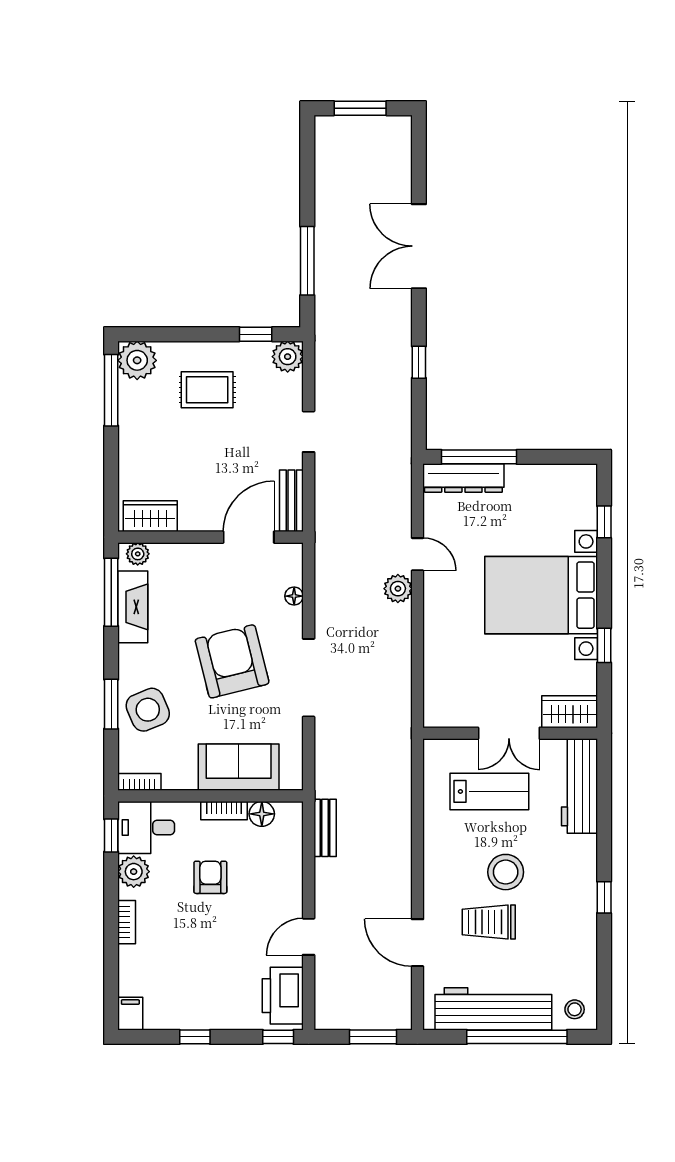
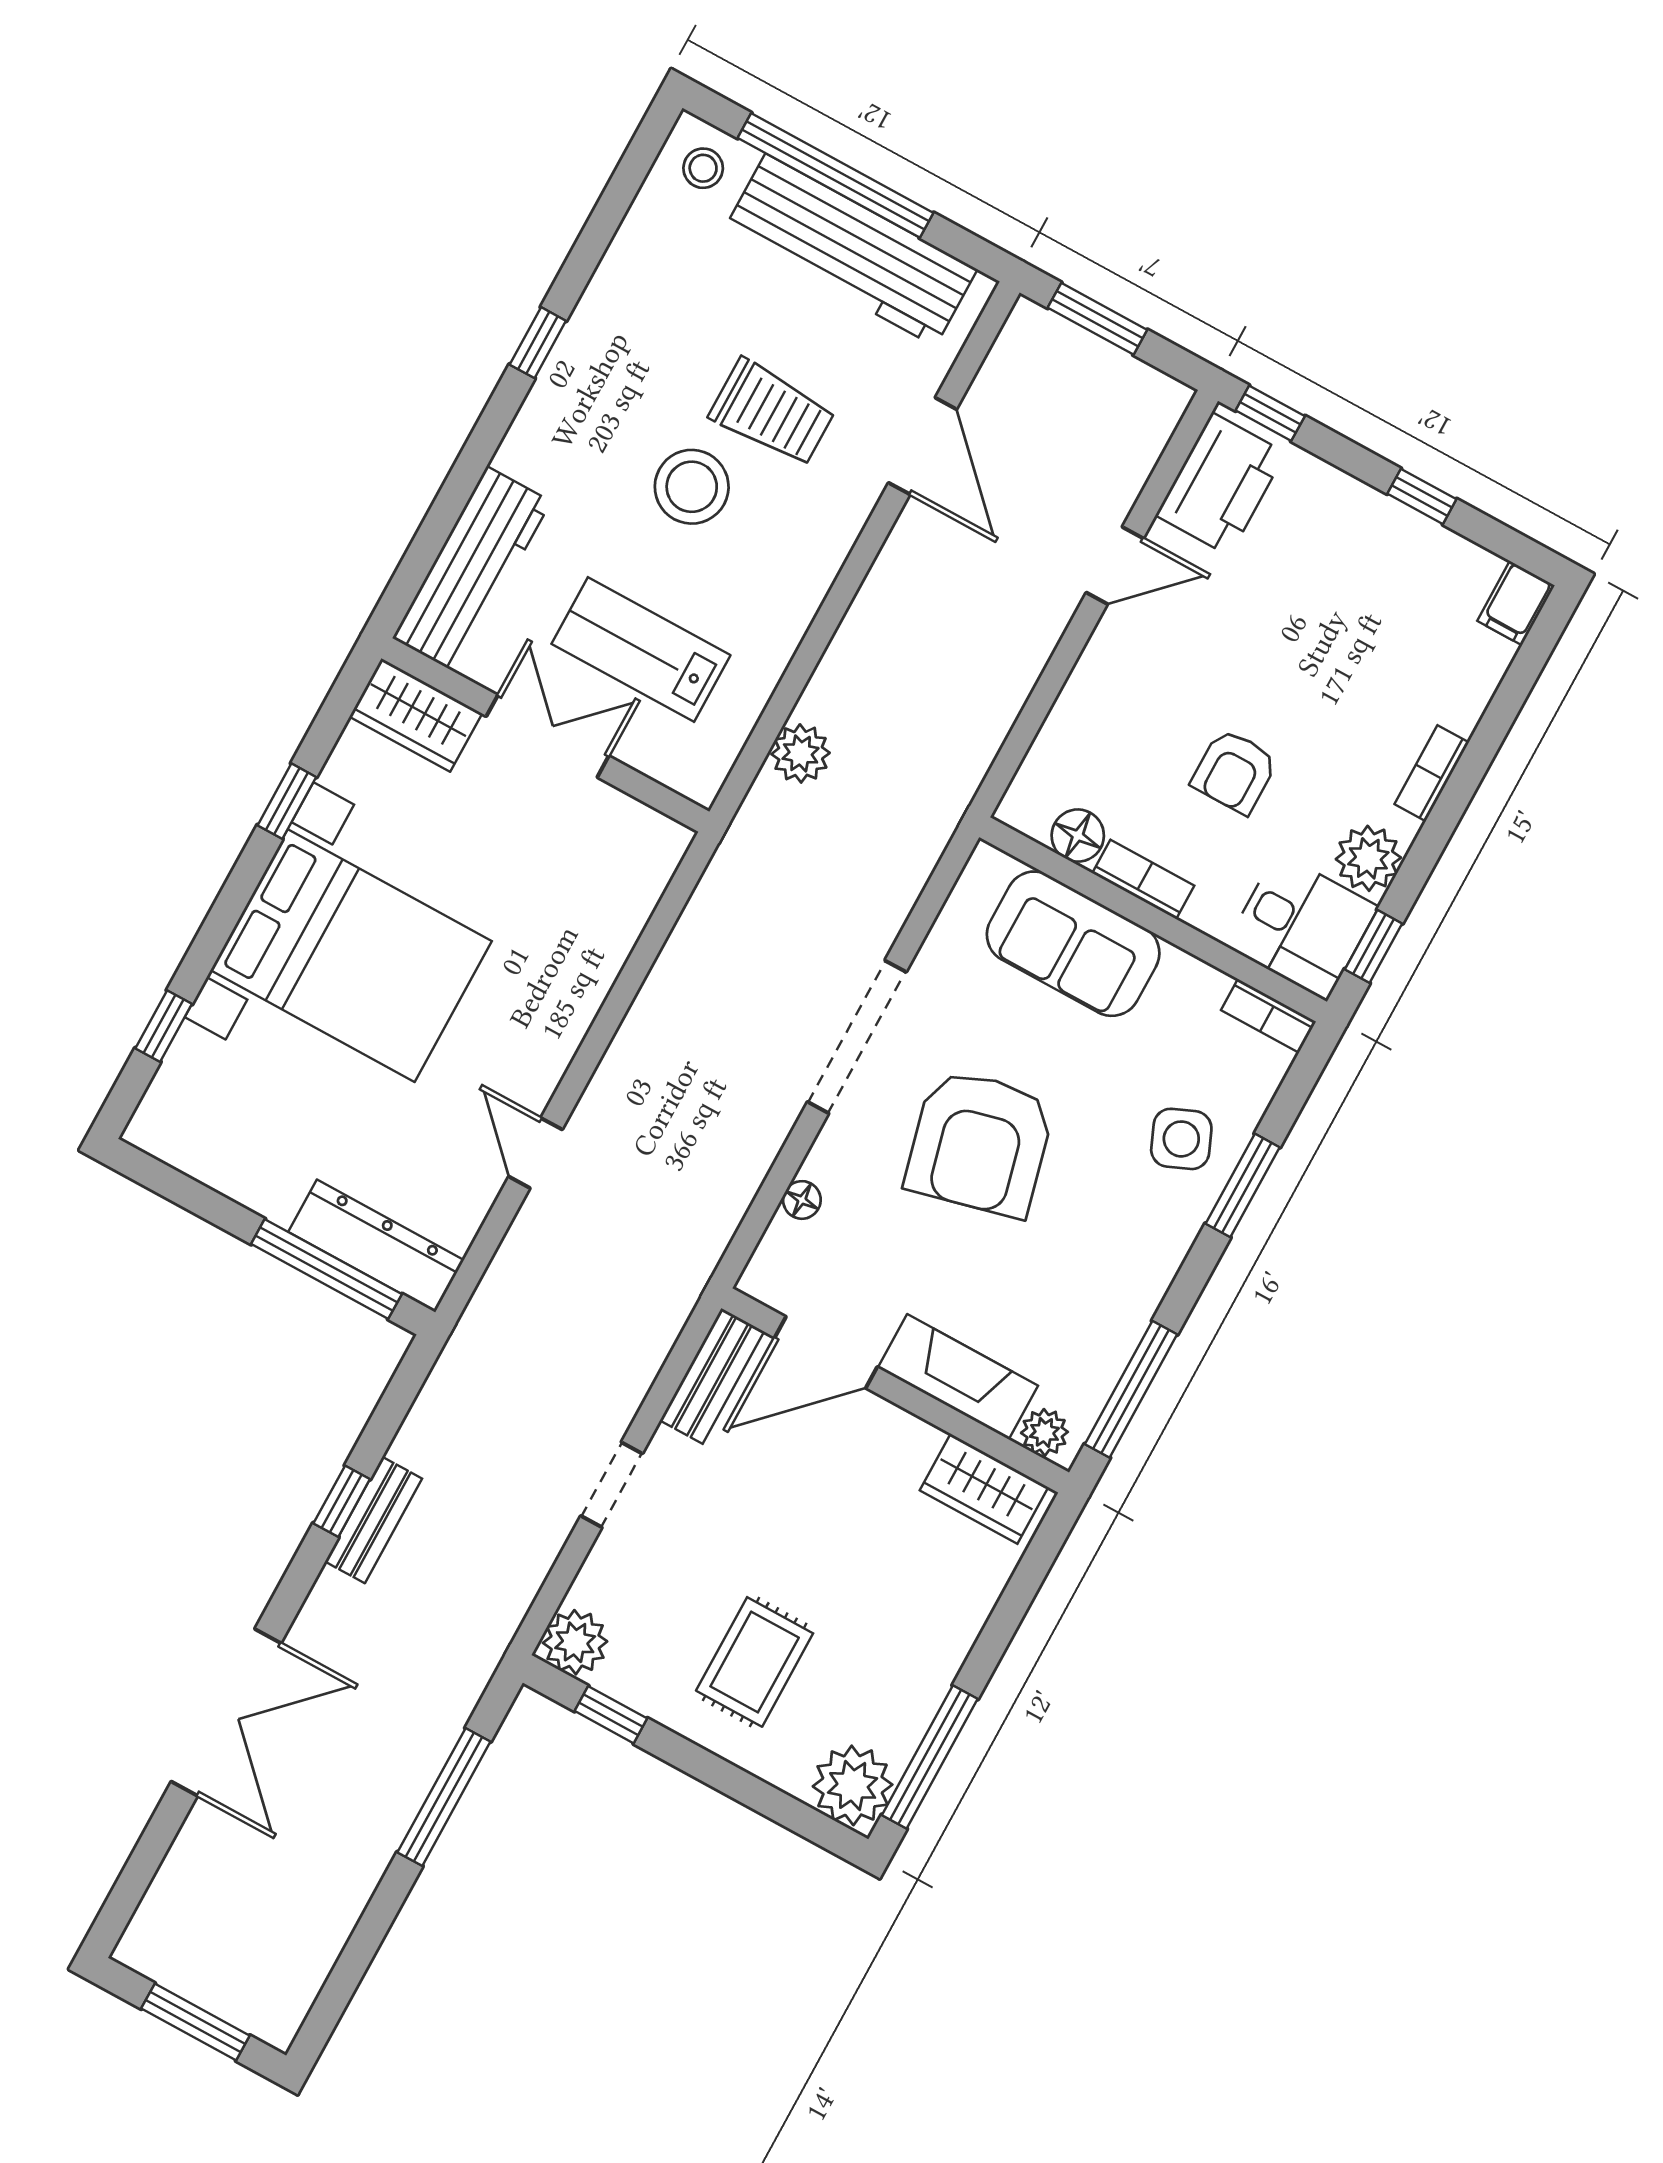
rug: (207, 390) -> (755, 1662), turned 90
plant: (398, 589) -> (801, 753), moved
fireplace: (133, 607) -> (958, 1377), moved, turned 90
side table: (148, 710) -> (1181, 1139), width x0.73, depth x0.73
bench: (325, 828) -> (373, 1520), moved

